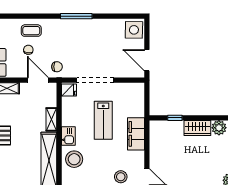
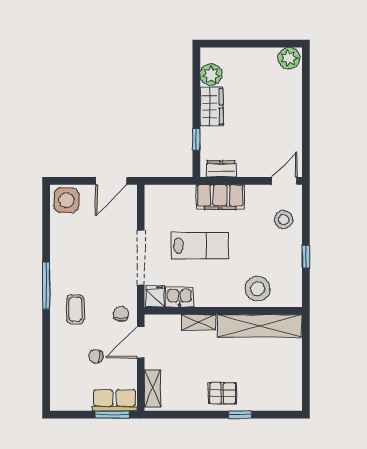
coffee table: (31, 31) -> (75, 309), moved
dresser: (155, 135) -> (221, 169), added
kitchen sink: (68, 136) -> (180, 297), moved

